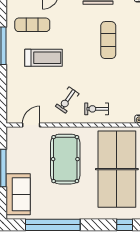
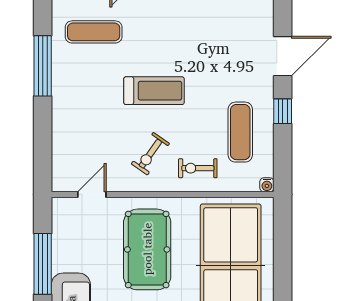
exercise mat: (108, 40) -> (240, 132), moved
treadmill: (43, 58) -> (154, 91), moved

